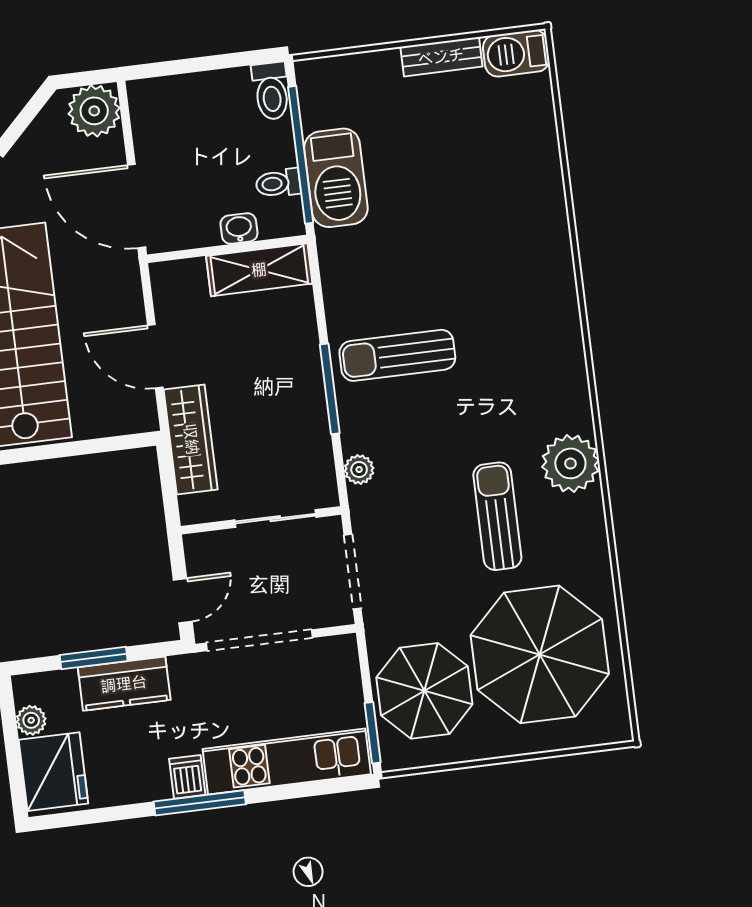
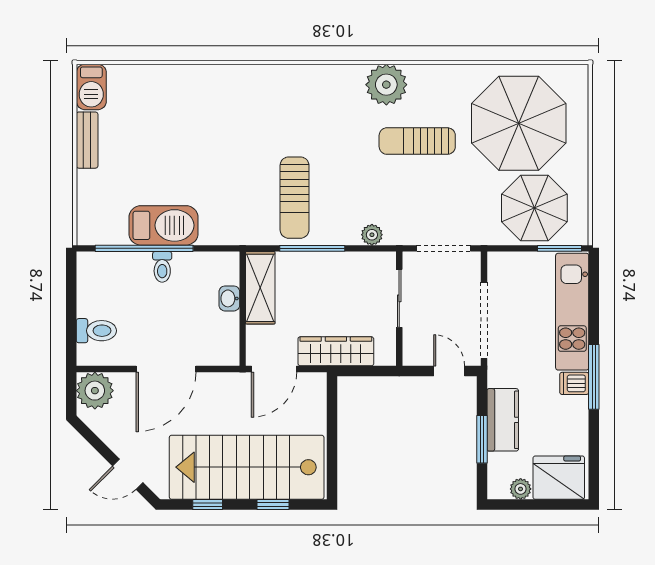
toilet: (271, 91) -> (96, 331), moved
washbasin: (239, 229) -> (229, 298), moved
wall: (227, 249) -> (243, 309), moved
shelving: (259, 270) -> (260, 288), moved

